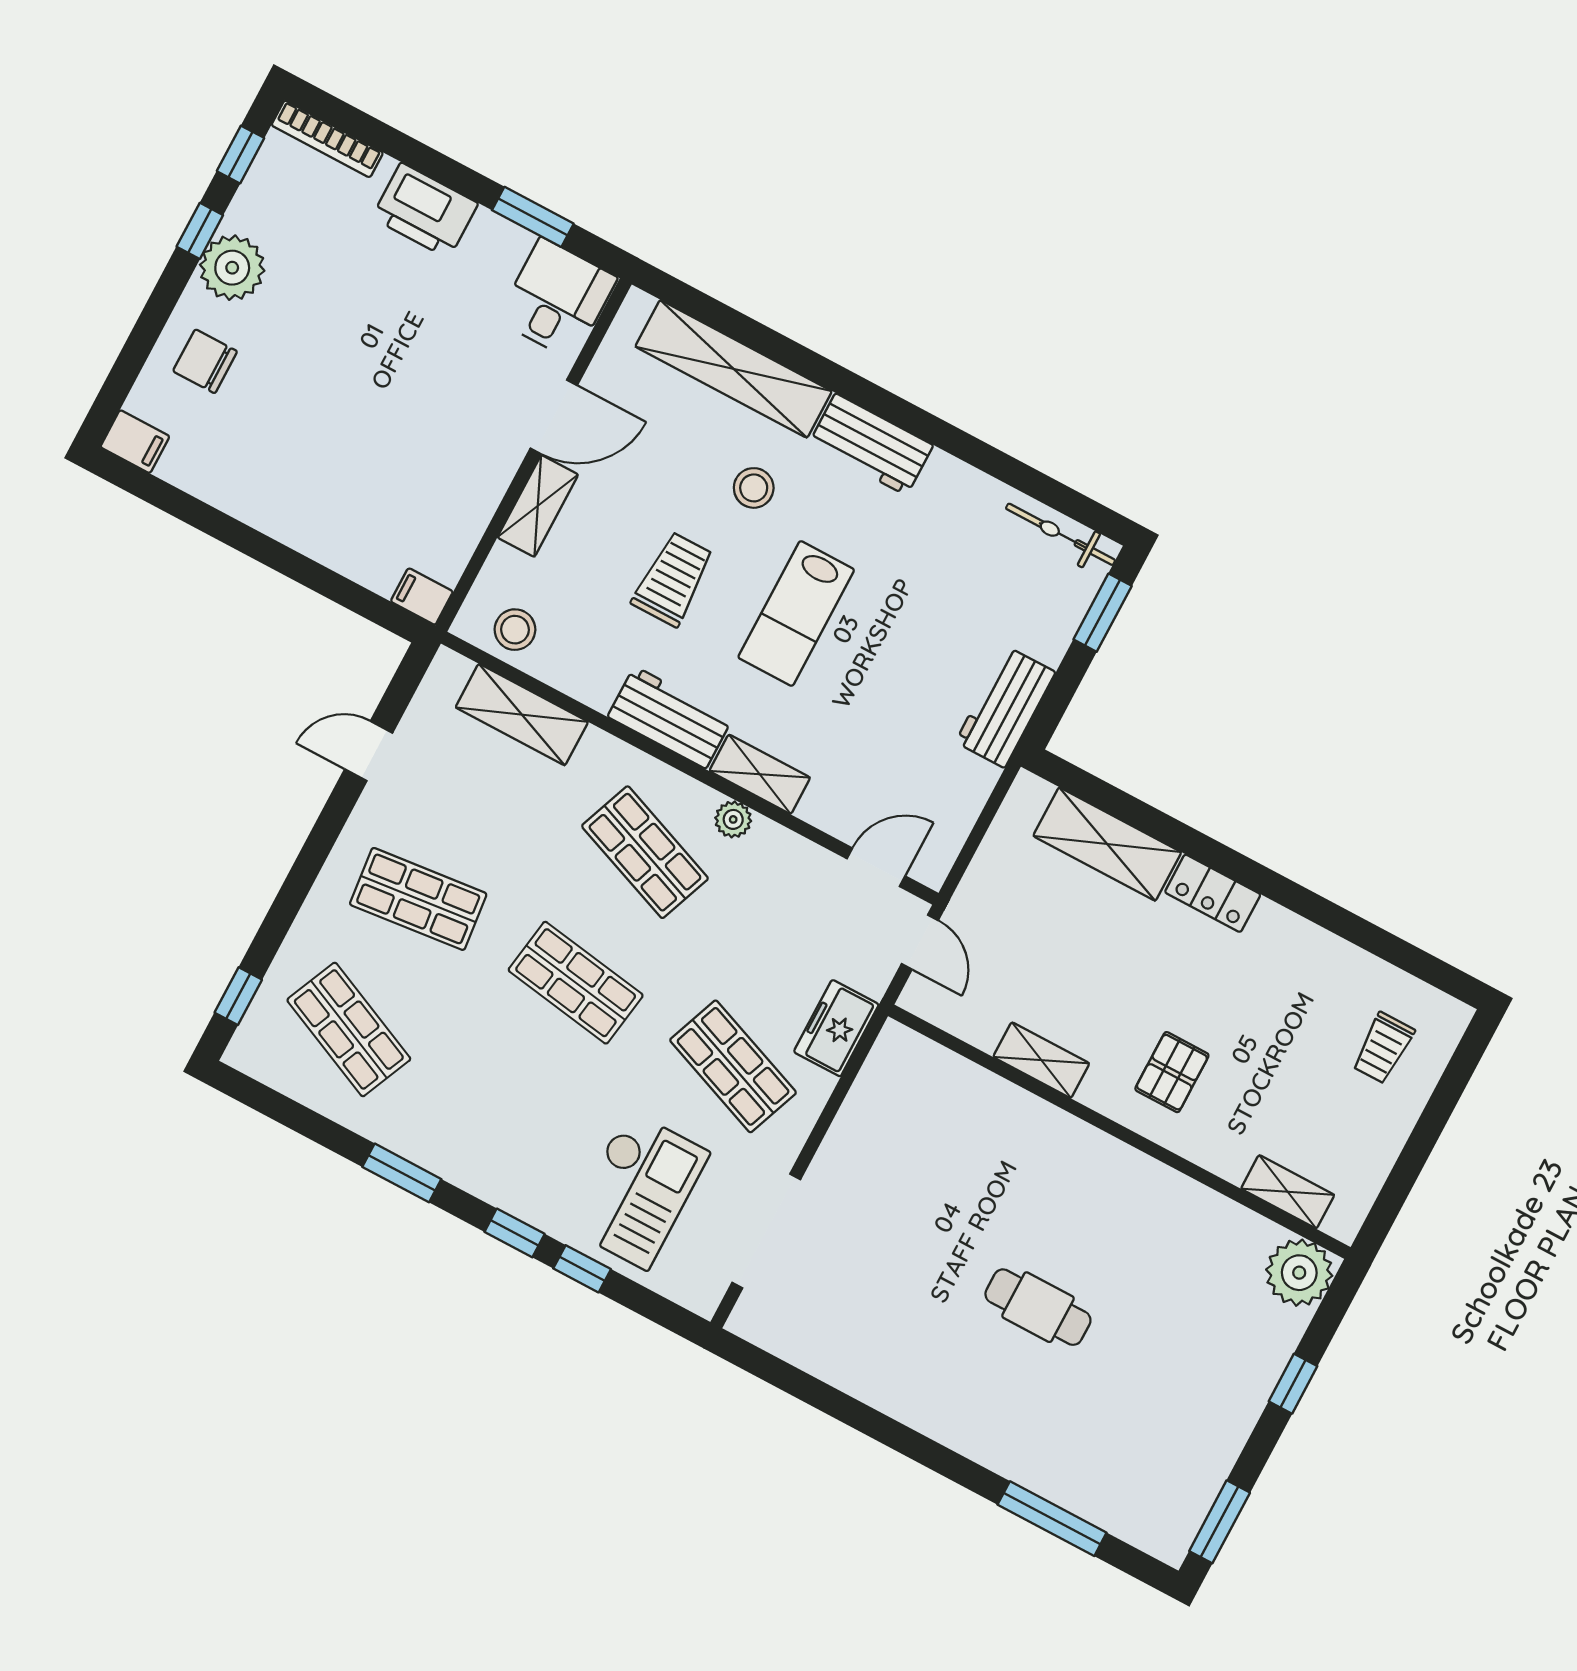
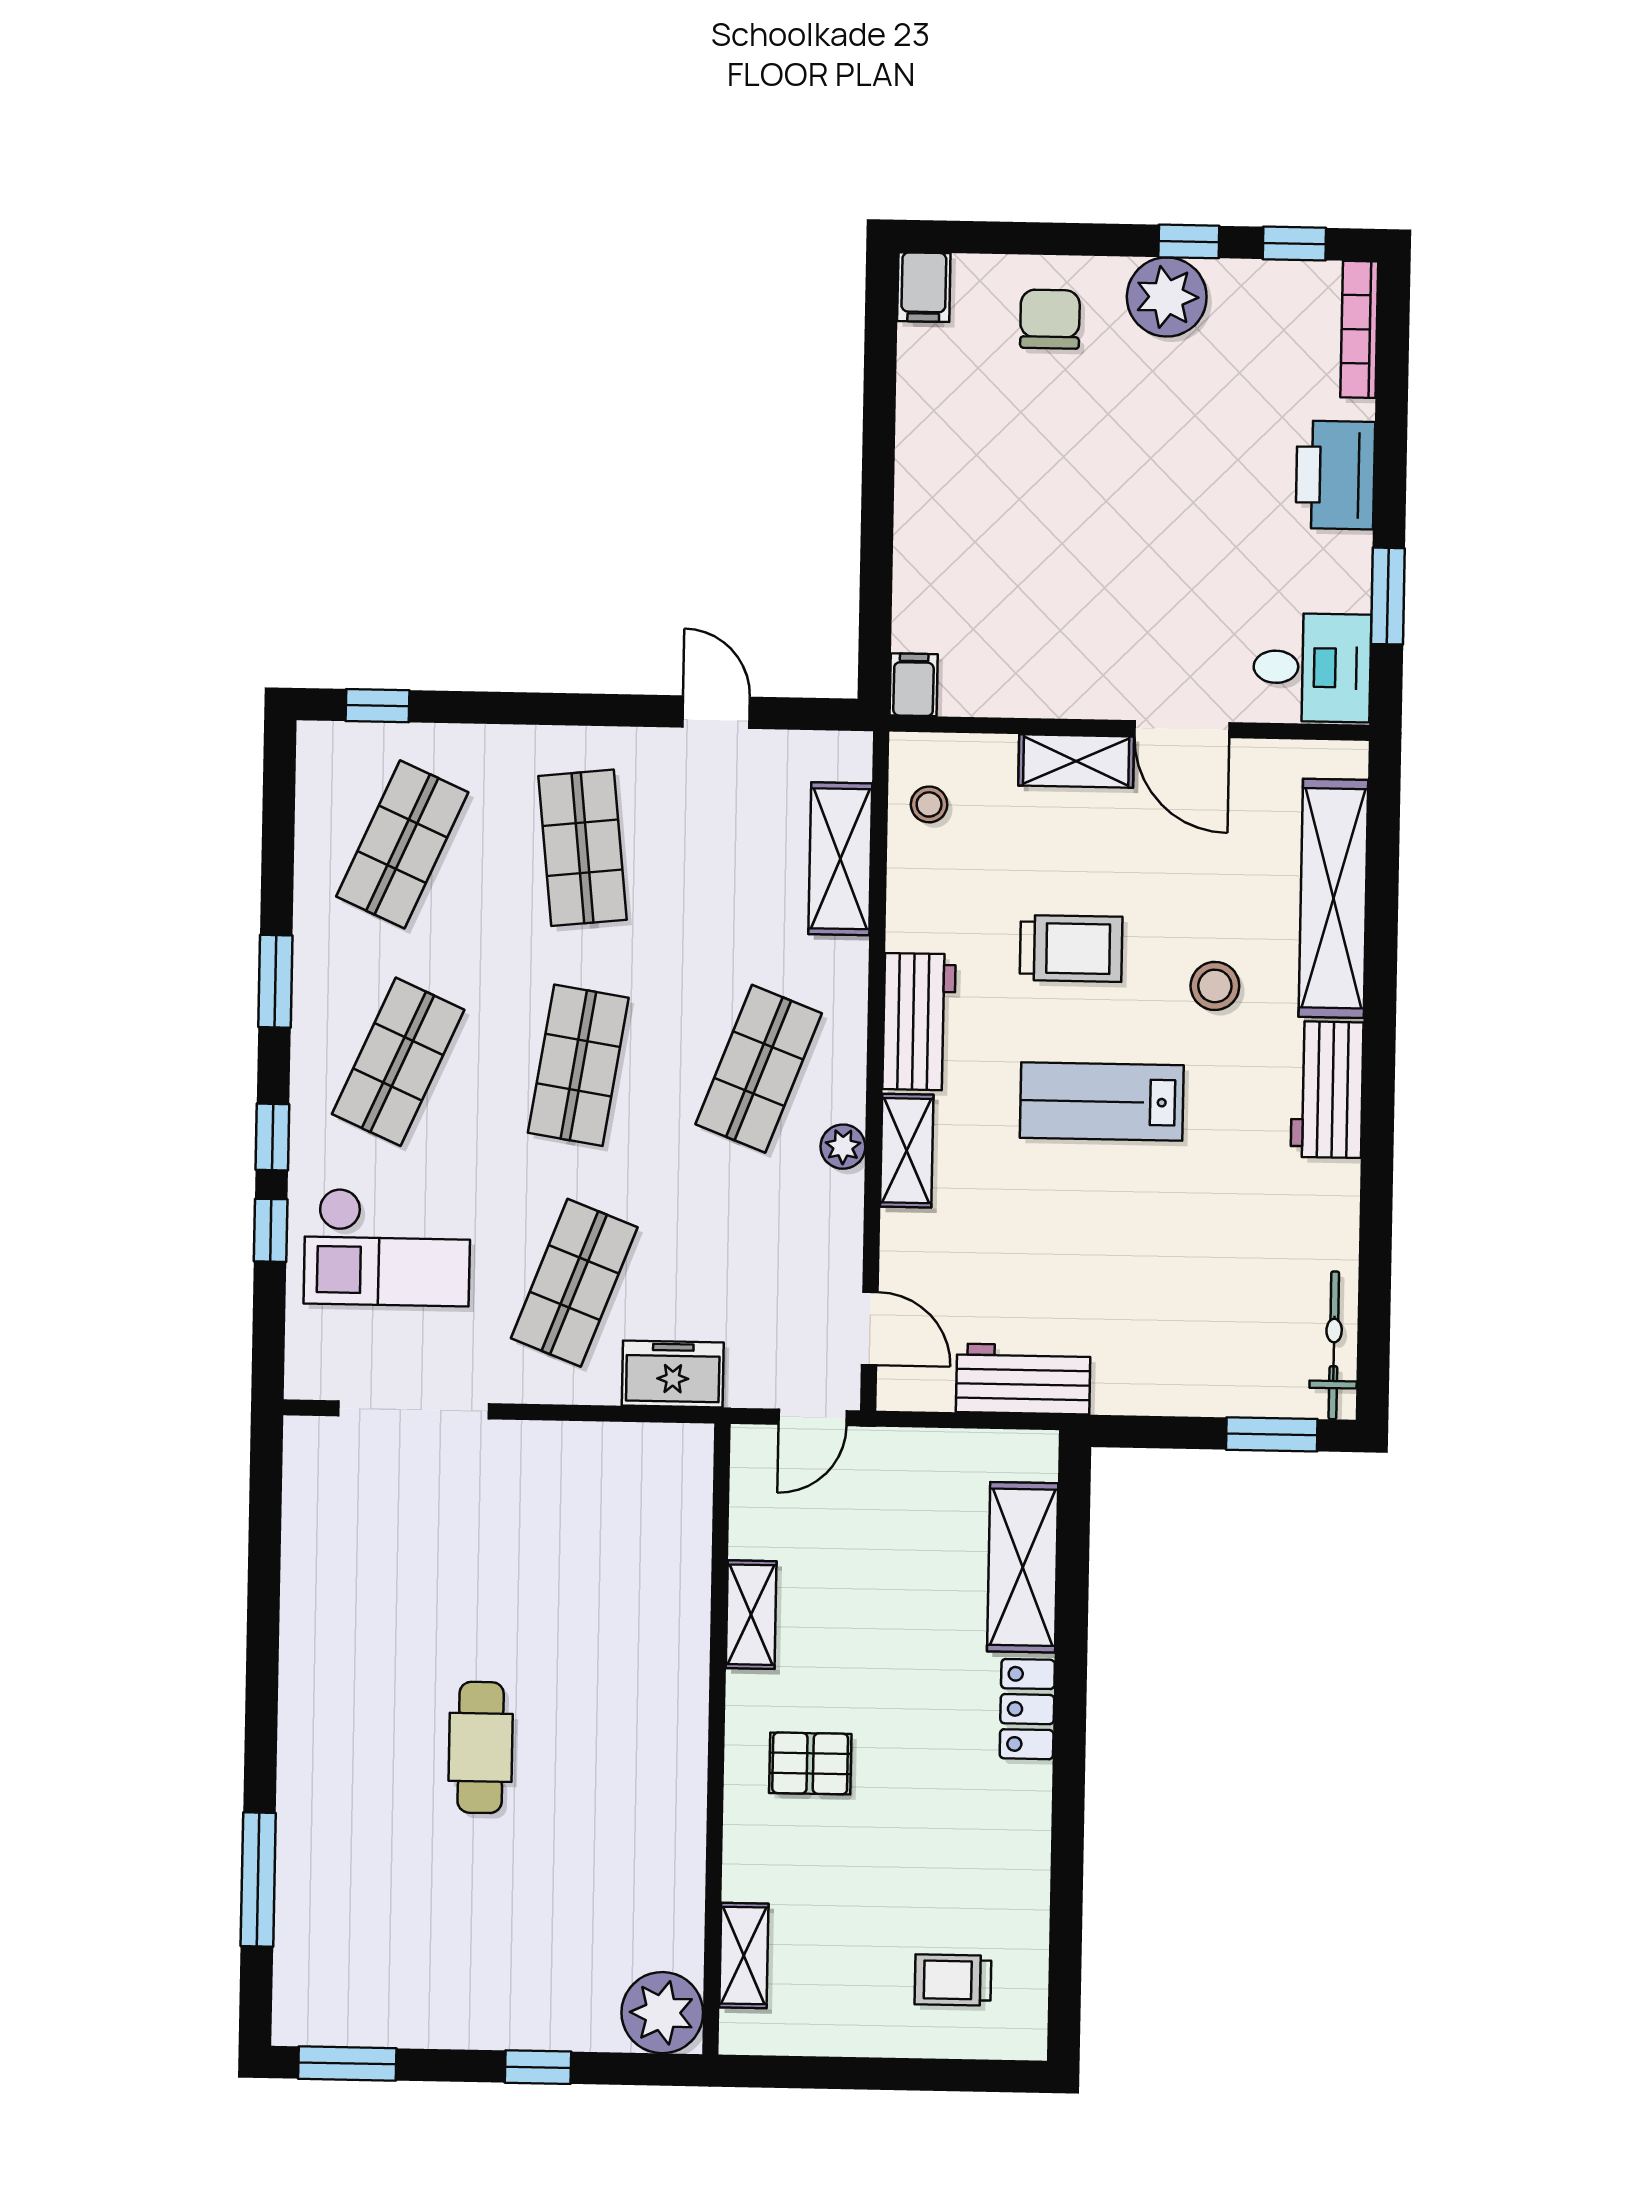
stool: (515, 630) -> (929, 804), width x0.73, depth x0.73
workbench: (1005, 707) -> (1023, 1379), moved
shop shelf: (506, 1113) -> (398, 1062), added

